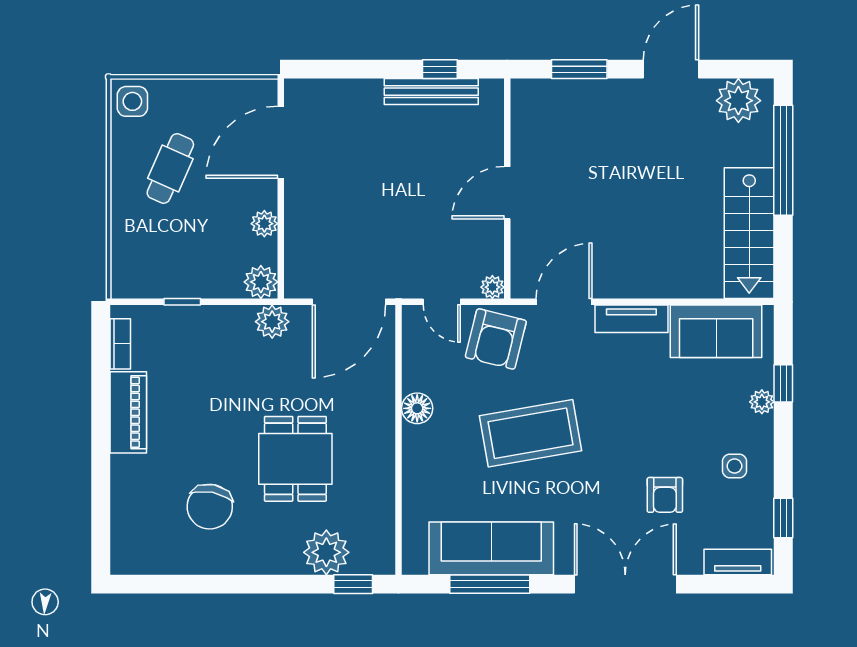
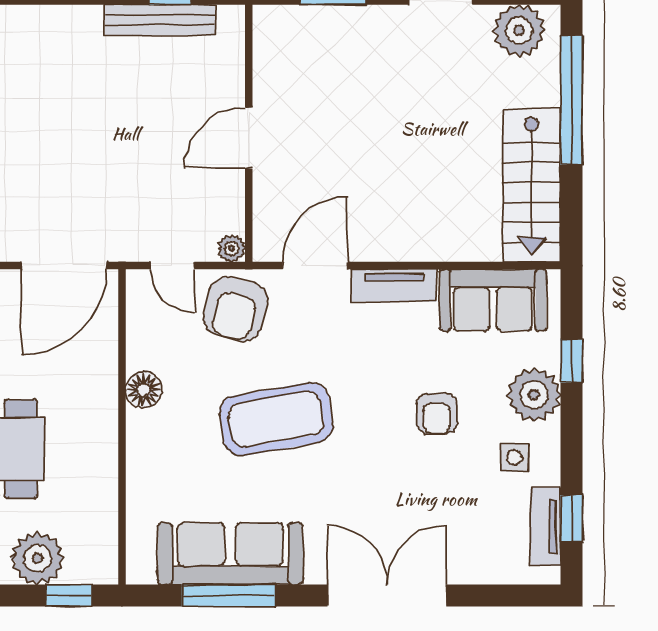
plant: (762, 402) -> (534, 395), width x1.88, depth x1.88
armchair: (665, 495) -> (437, 414), moved
tv unit: (738, 562) -> (546, 527), moved, turned -90

